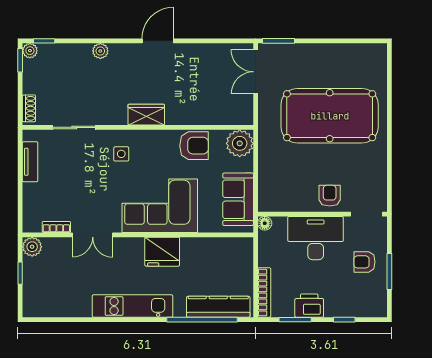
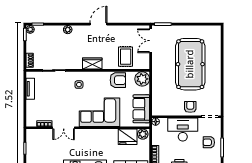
rug: (209, 102) -> (126, 57), added
pool table: (330, 116) -> (190, 64), turned 90
plant: (32, 247) -> (143, 134), moved
fridge: (162, 252) -> (128, 137), moved

